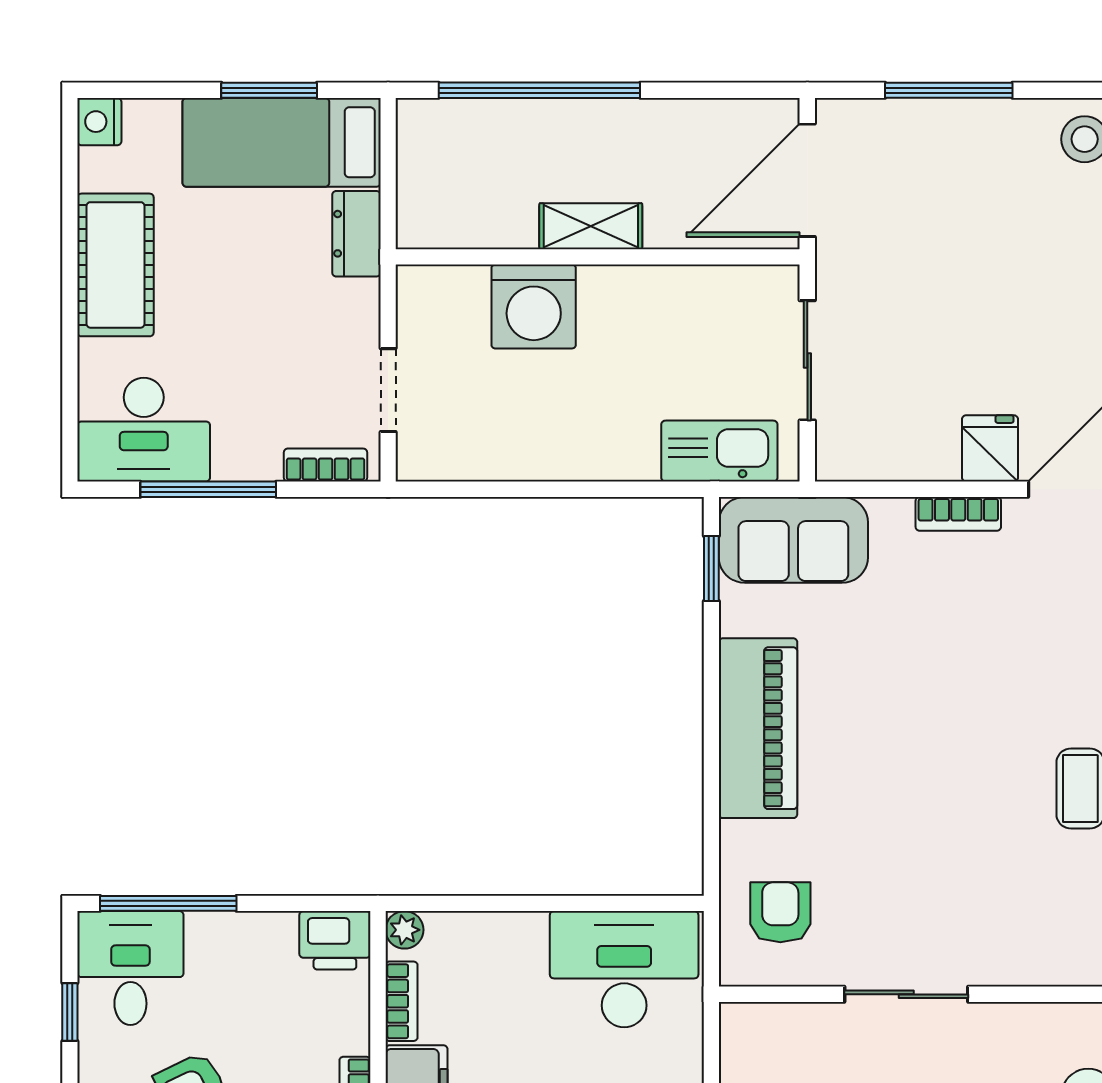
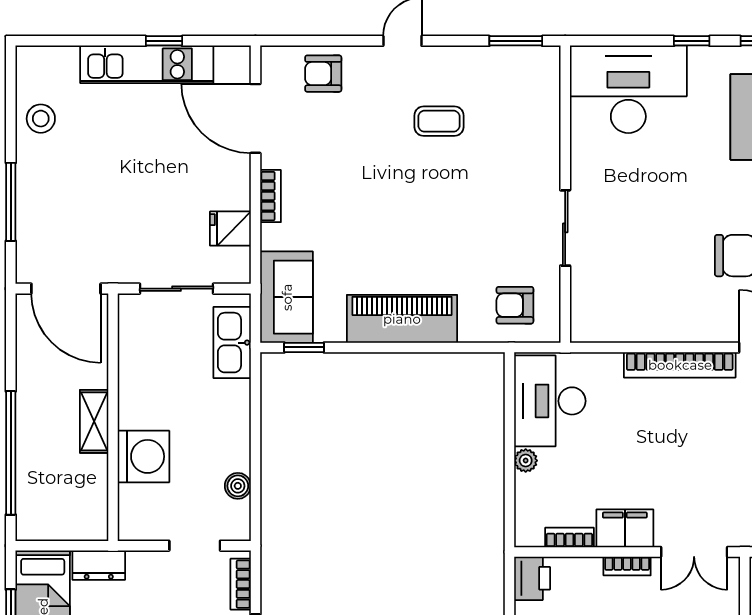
fridge: (990, 448) -> (230, 229), moved
boiler: (486, 460) -> (238, 486), added
plant: (404, 930) -> (526, 461), moved

